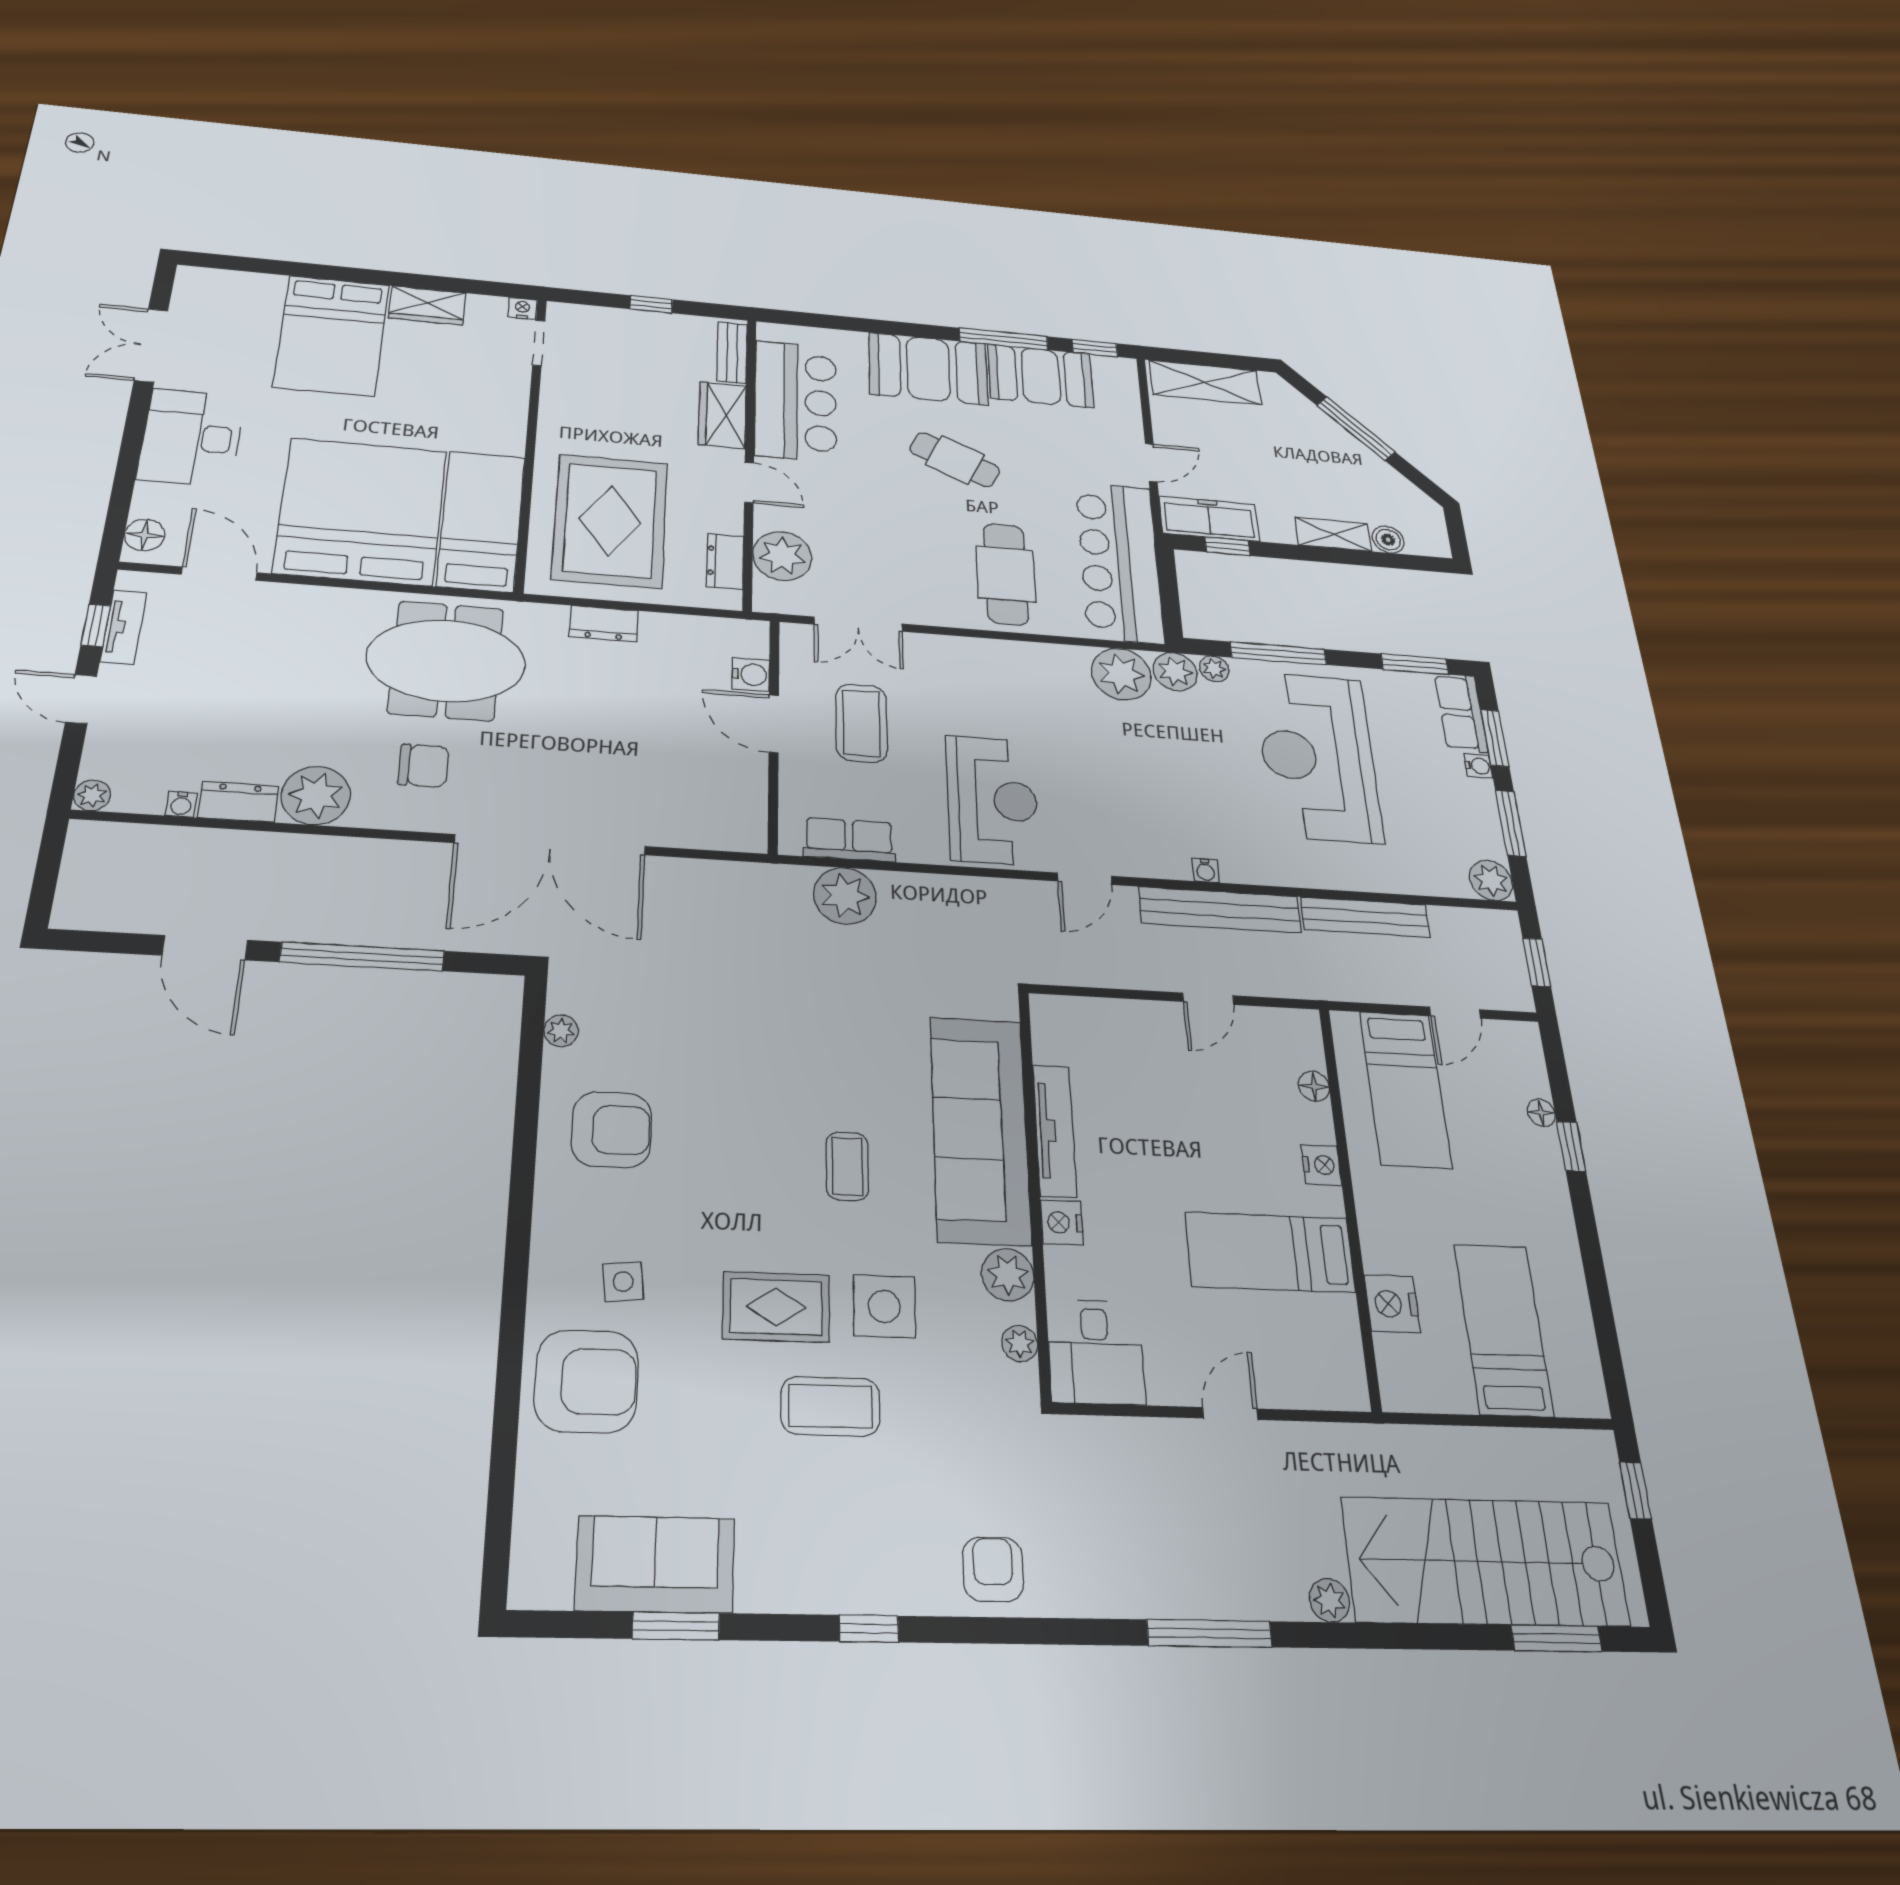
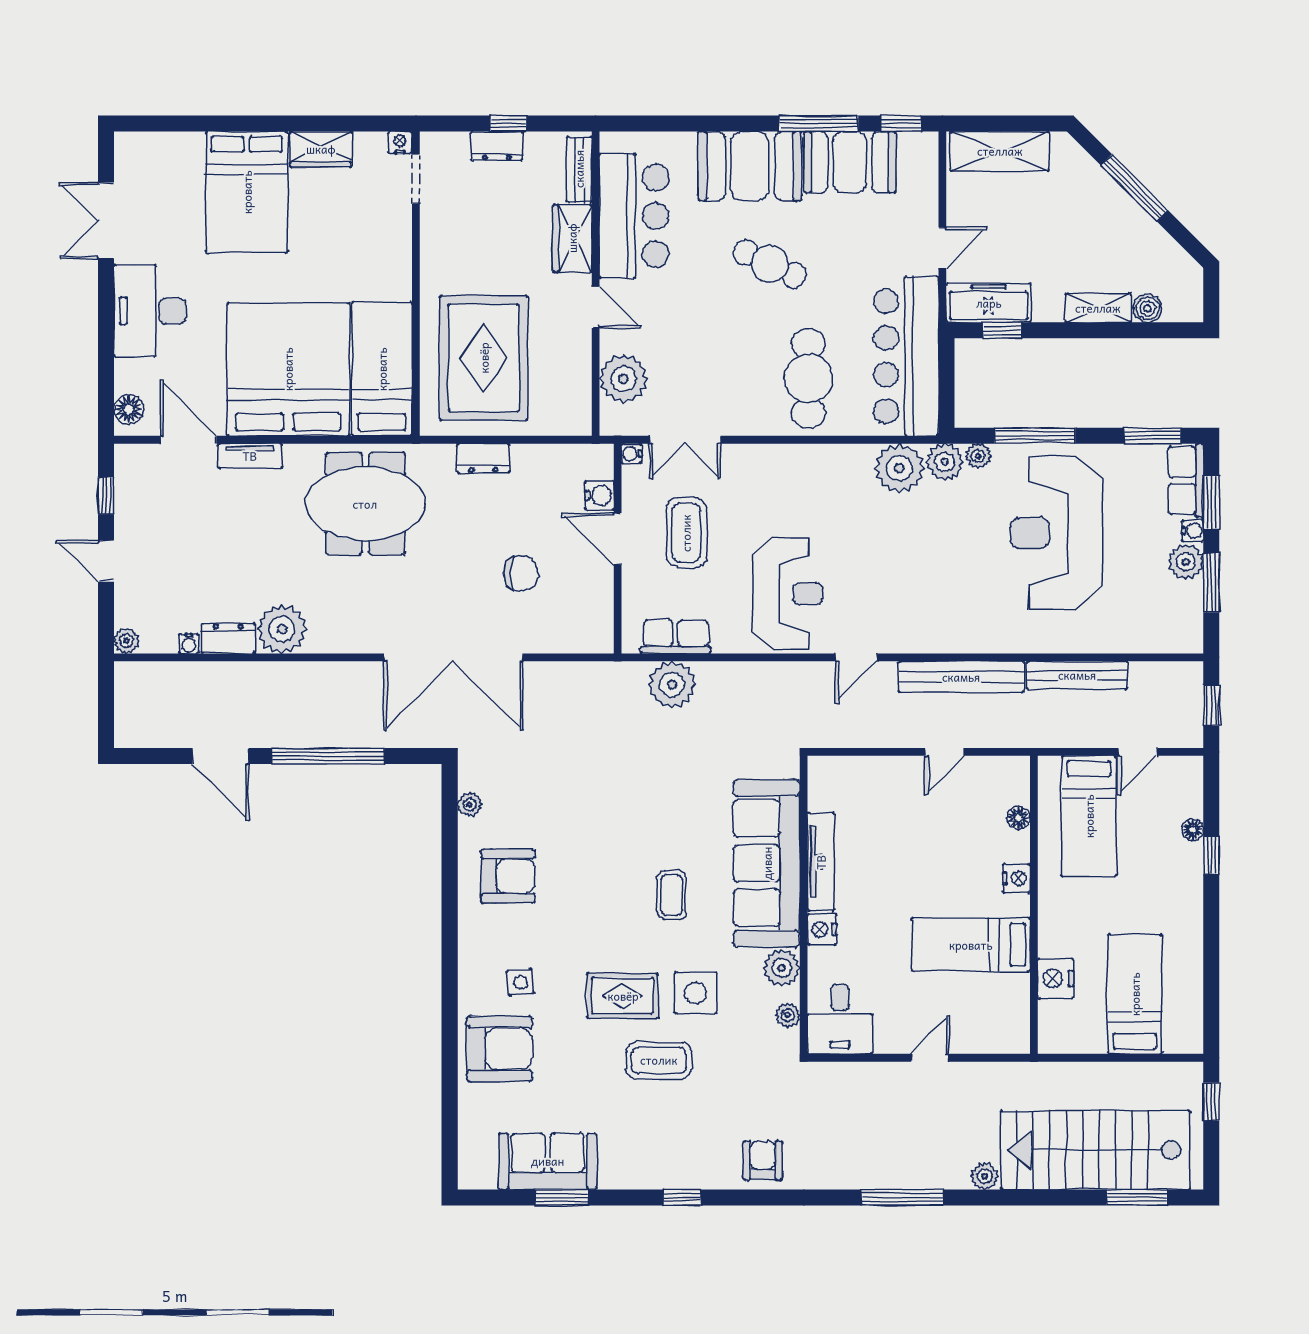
dresser: (725, 561) -> (497, 146), moved, turned -90
tv unit: (124, 627) -> (250, 456), moved, turned 90
chair: (424, 766) -> (521, 573), moved
water cooler: (1205, 871) -> (631, 454), moved, turned 90
plant: (1491, 880) -> (1186, 562), moved

